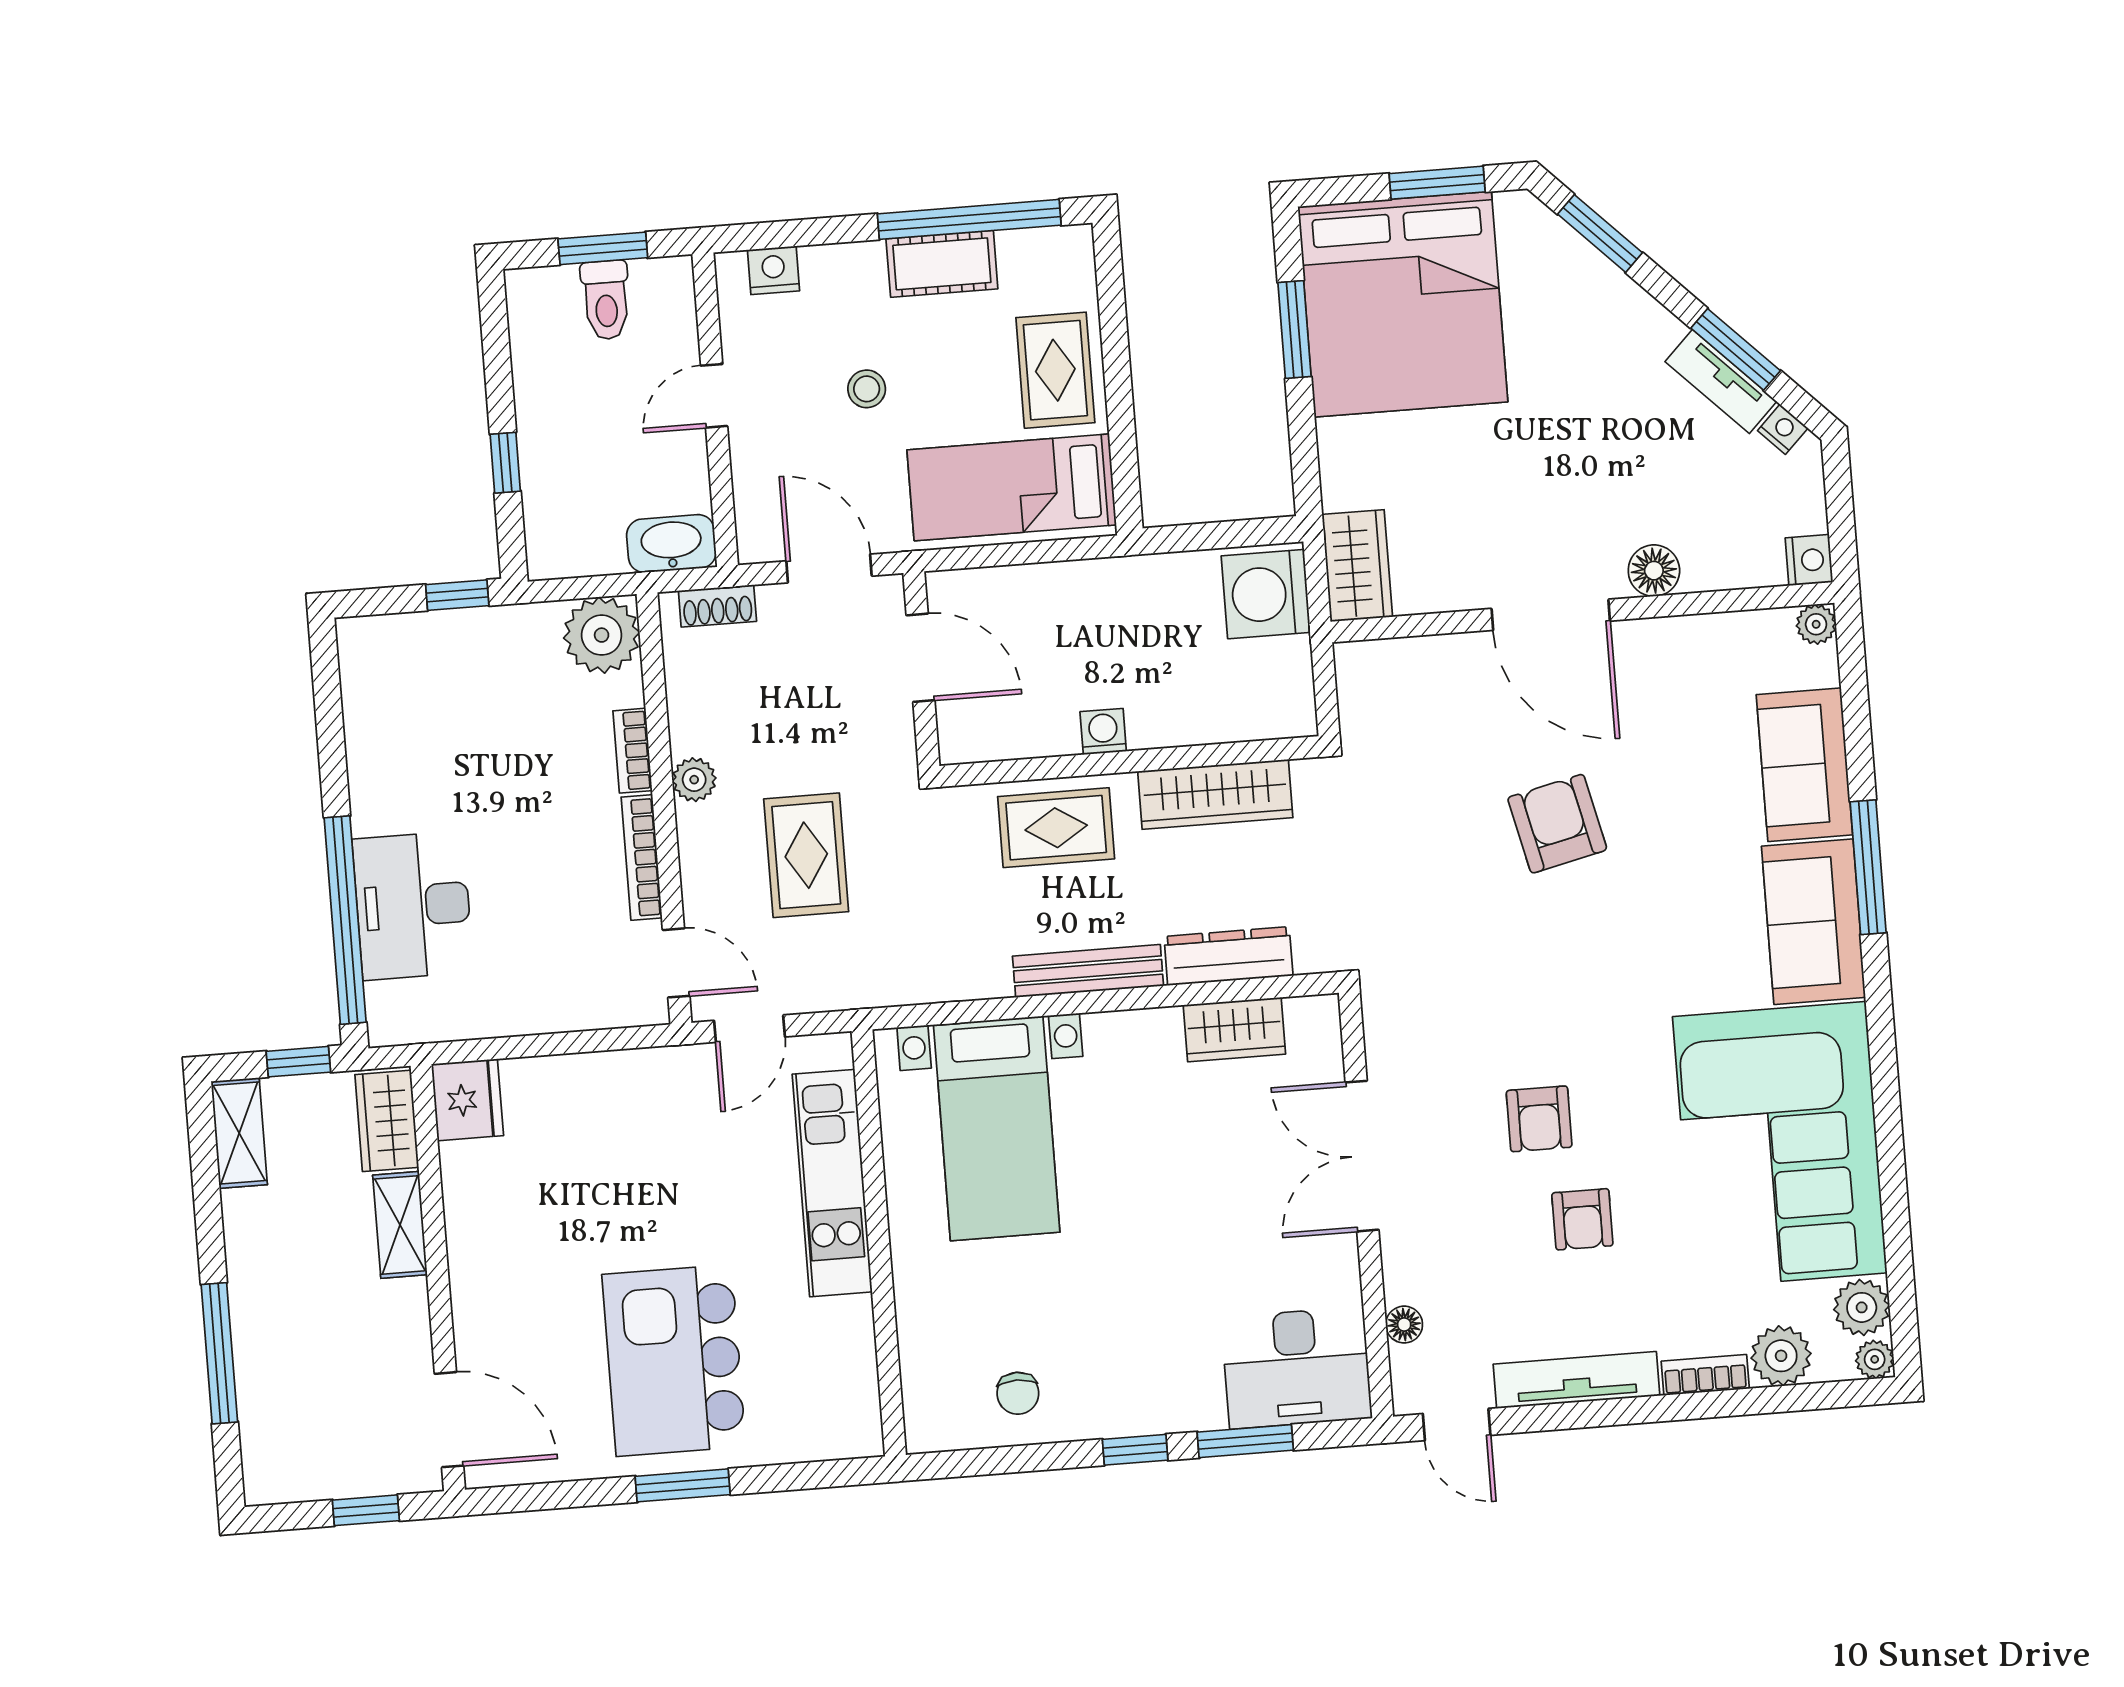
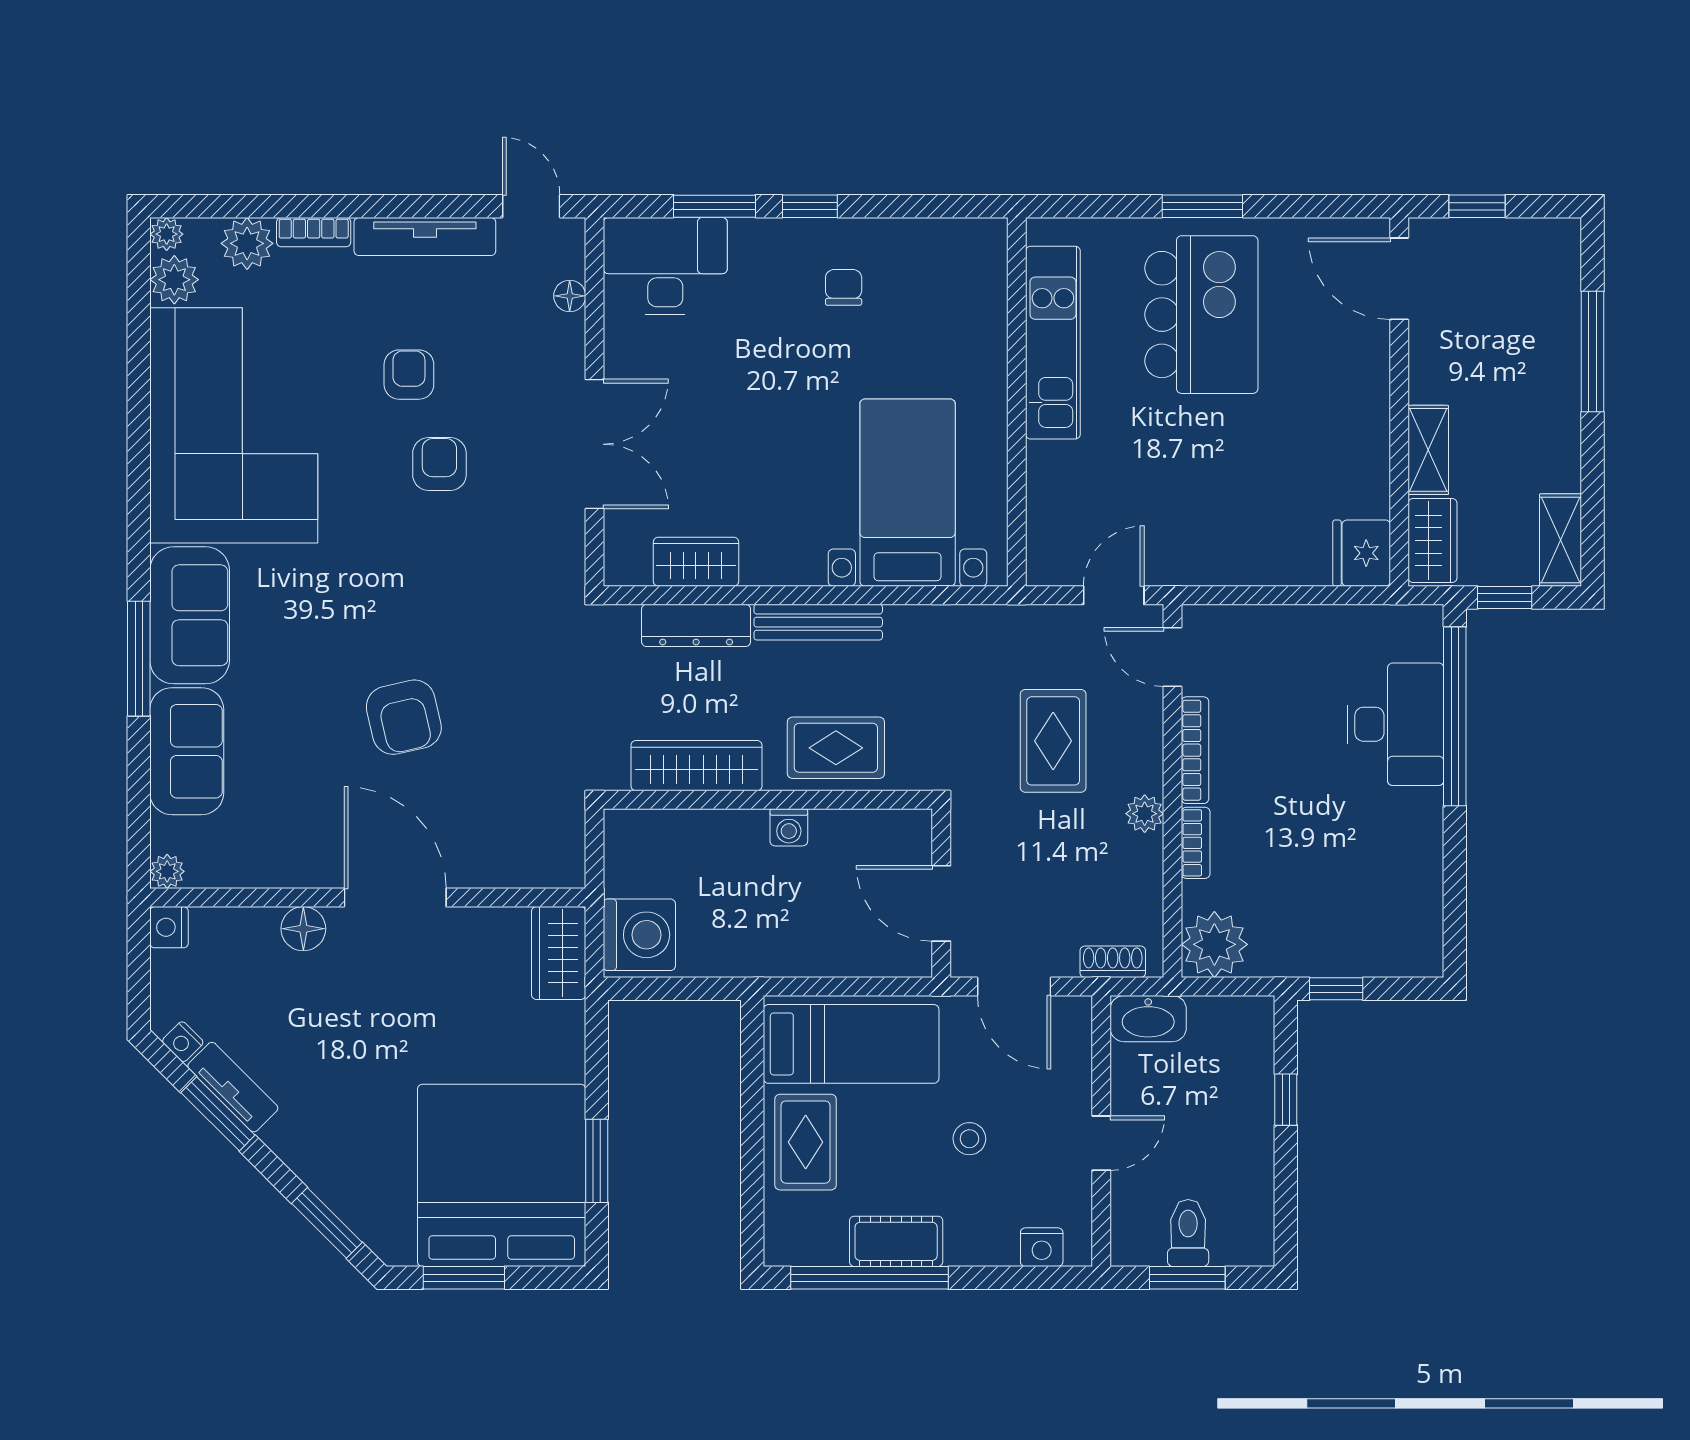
kitchen unit: (832, 1183) -> (1053, 343), moved
chair: (1018, 1393) -> (844, 287), moved

